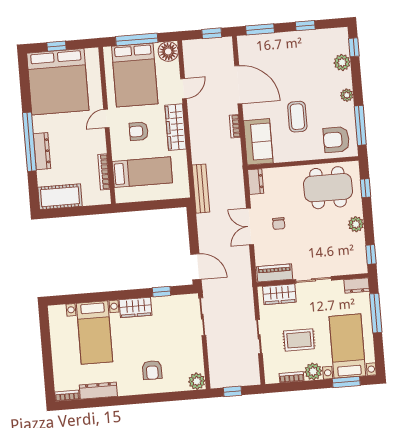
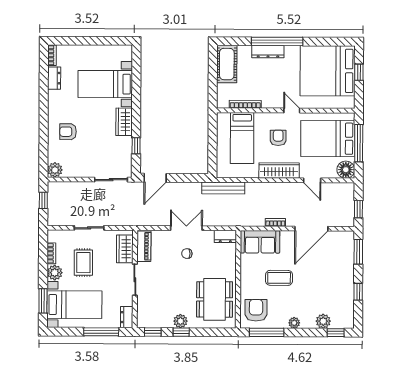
window: (365, 188) -> (181, 332), moved
dresser: (98, 391) -> (54, 78), width x0.70

